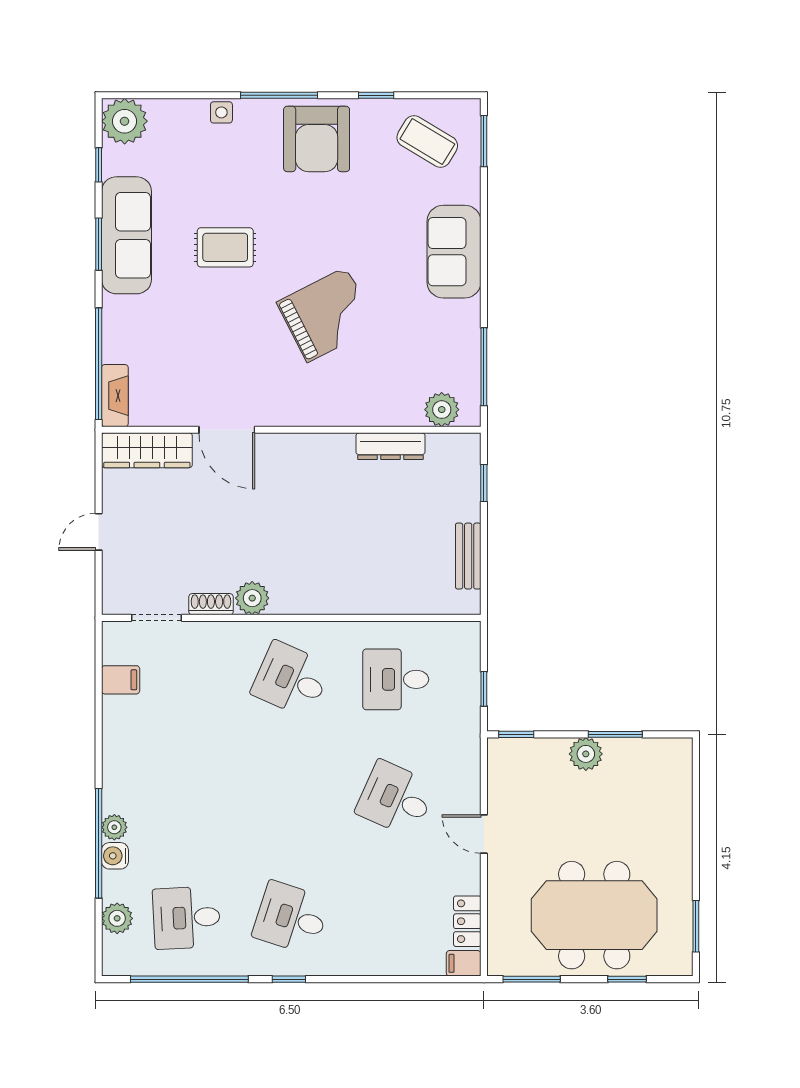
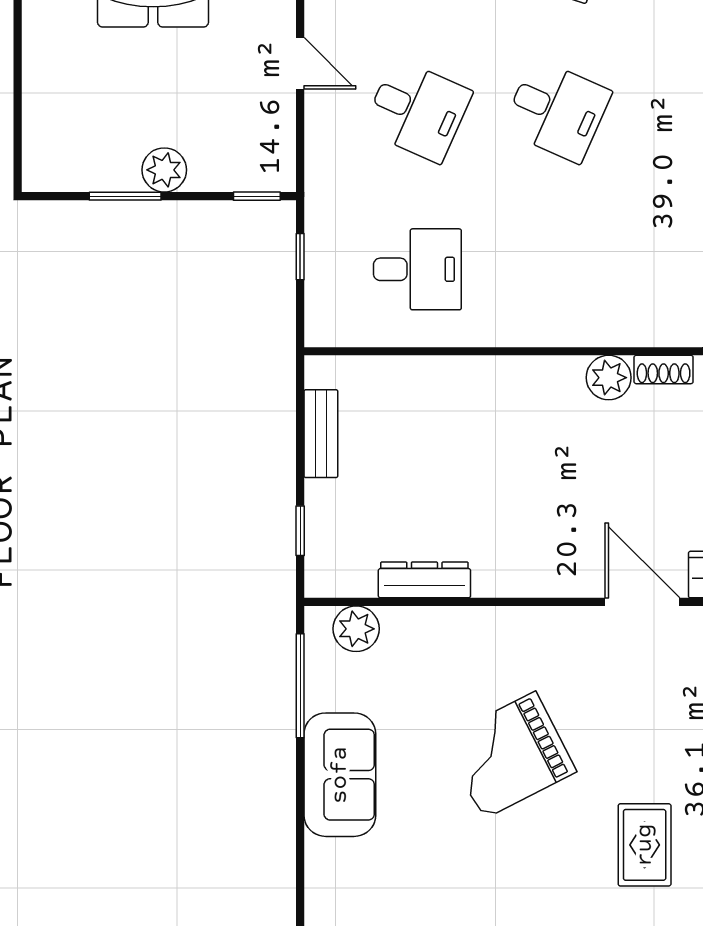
rug: (225, 247) -> (645, 845), turned 90
sofa: (454, 252) -> (340, 775), moved
desk: (291, 679) -> (557, 111), moved

